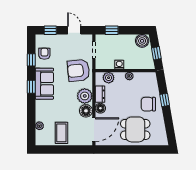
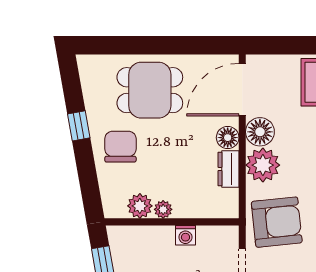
plant: (109, 78) -> (140, 206), moved
window: (165, 100) -> (79, 126), moved
chair: (148, 104) -> (120, 147), turned -90

